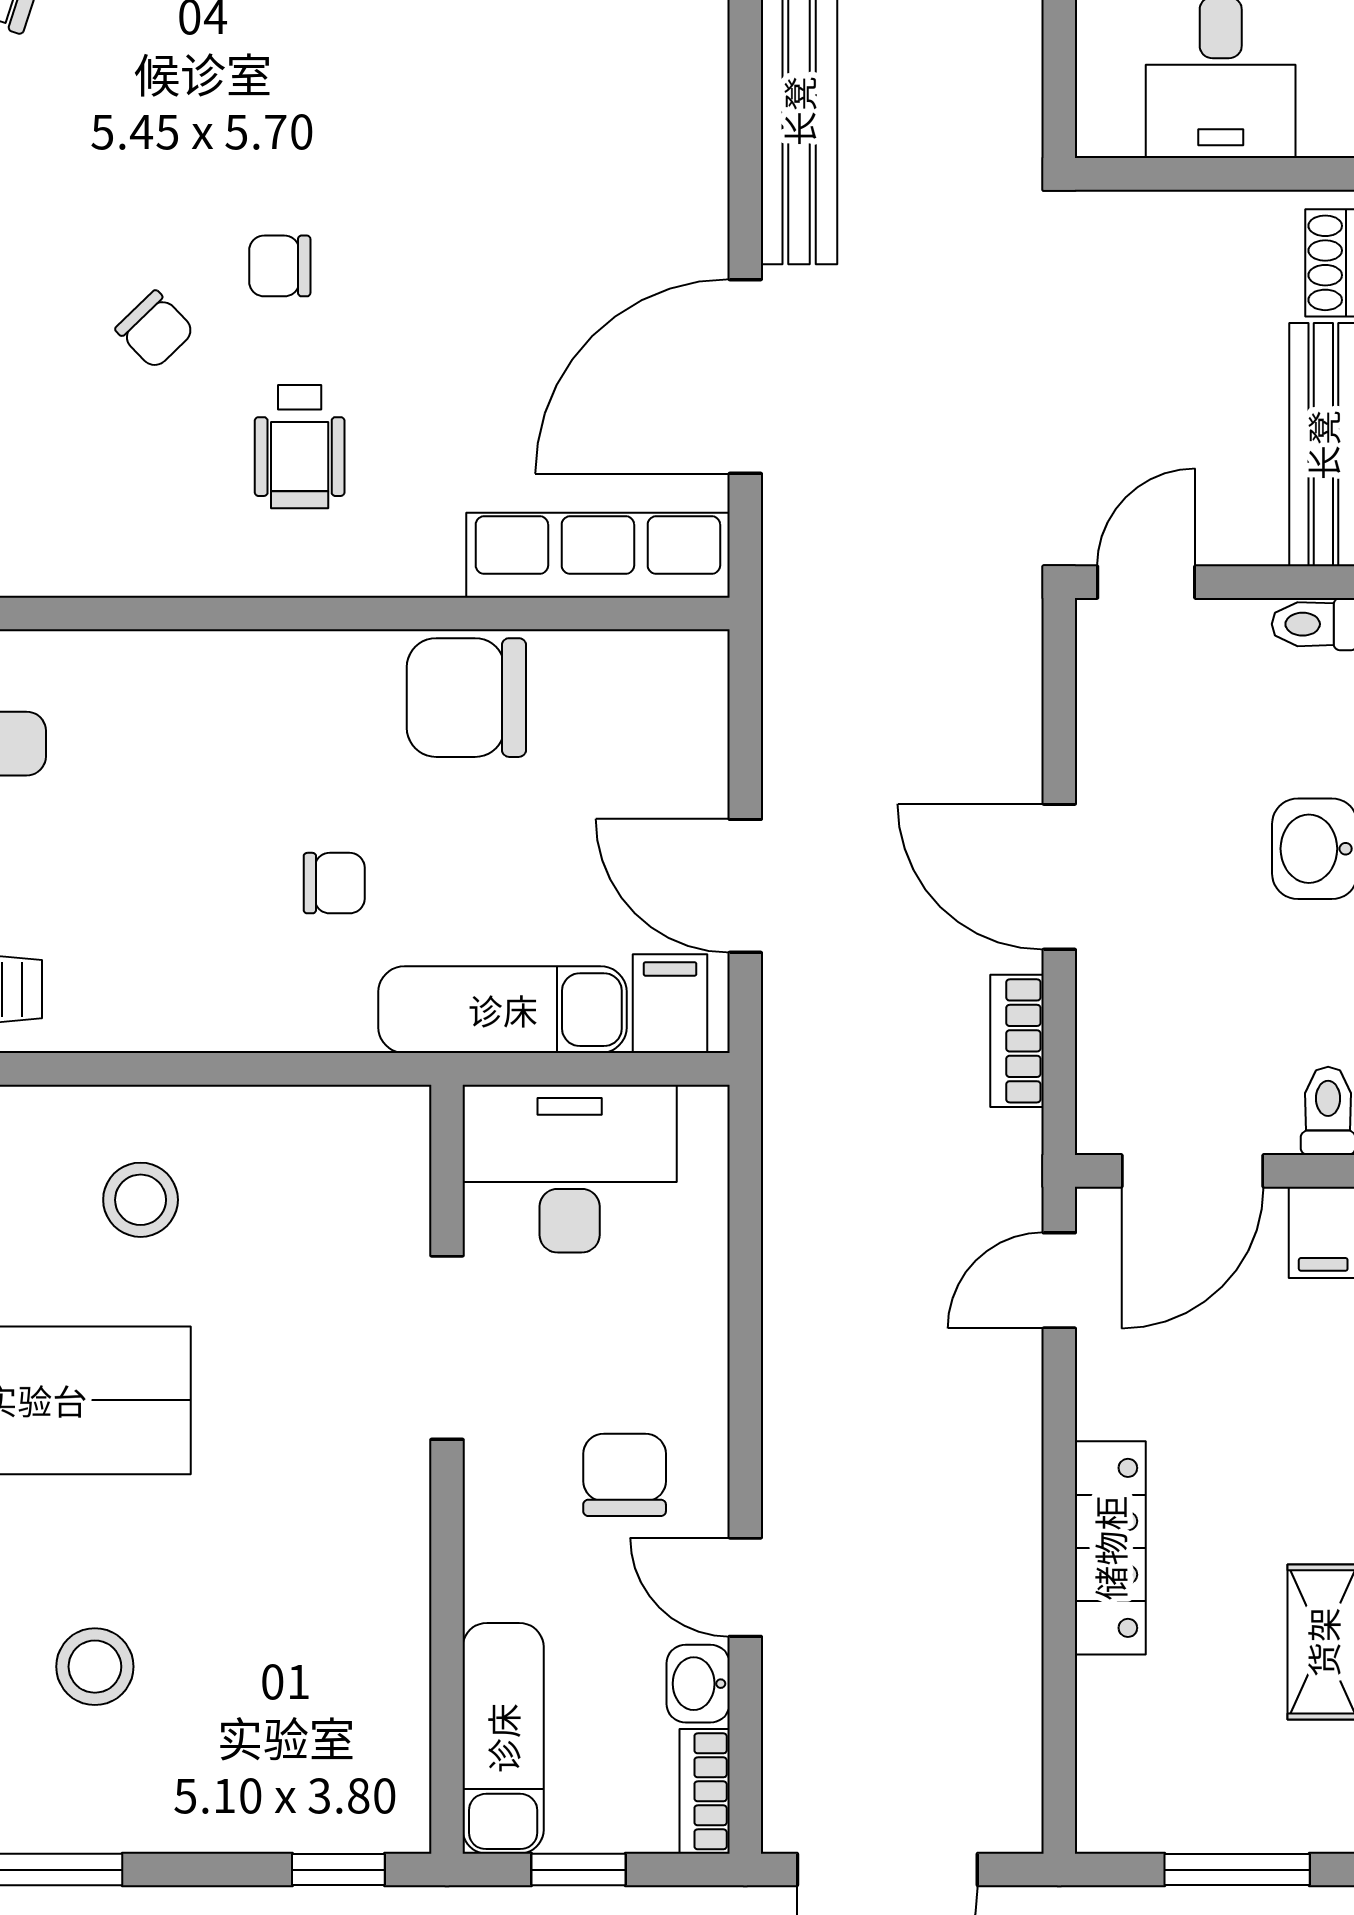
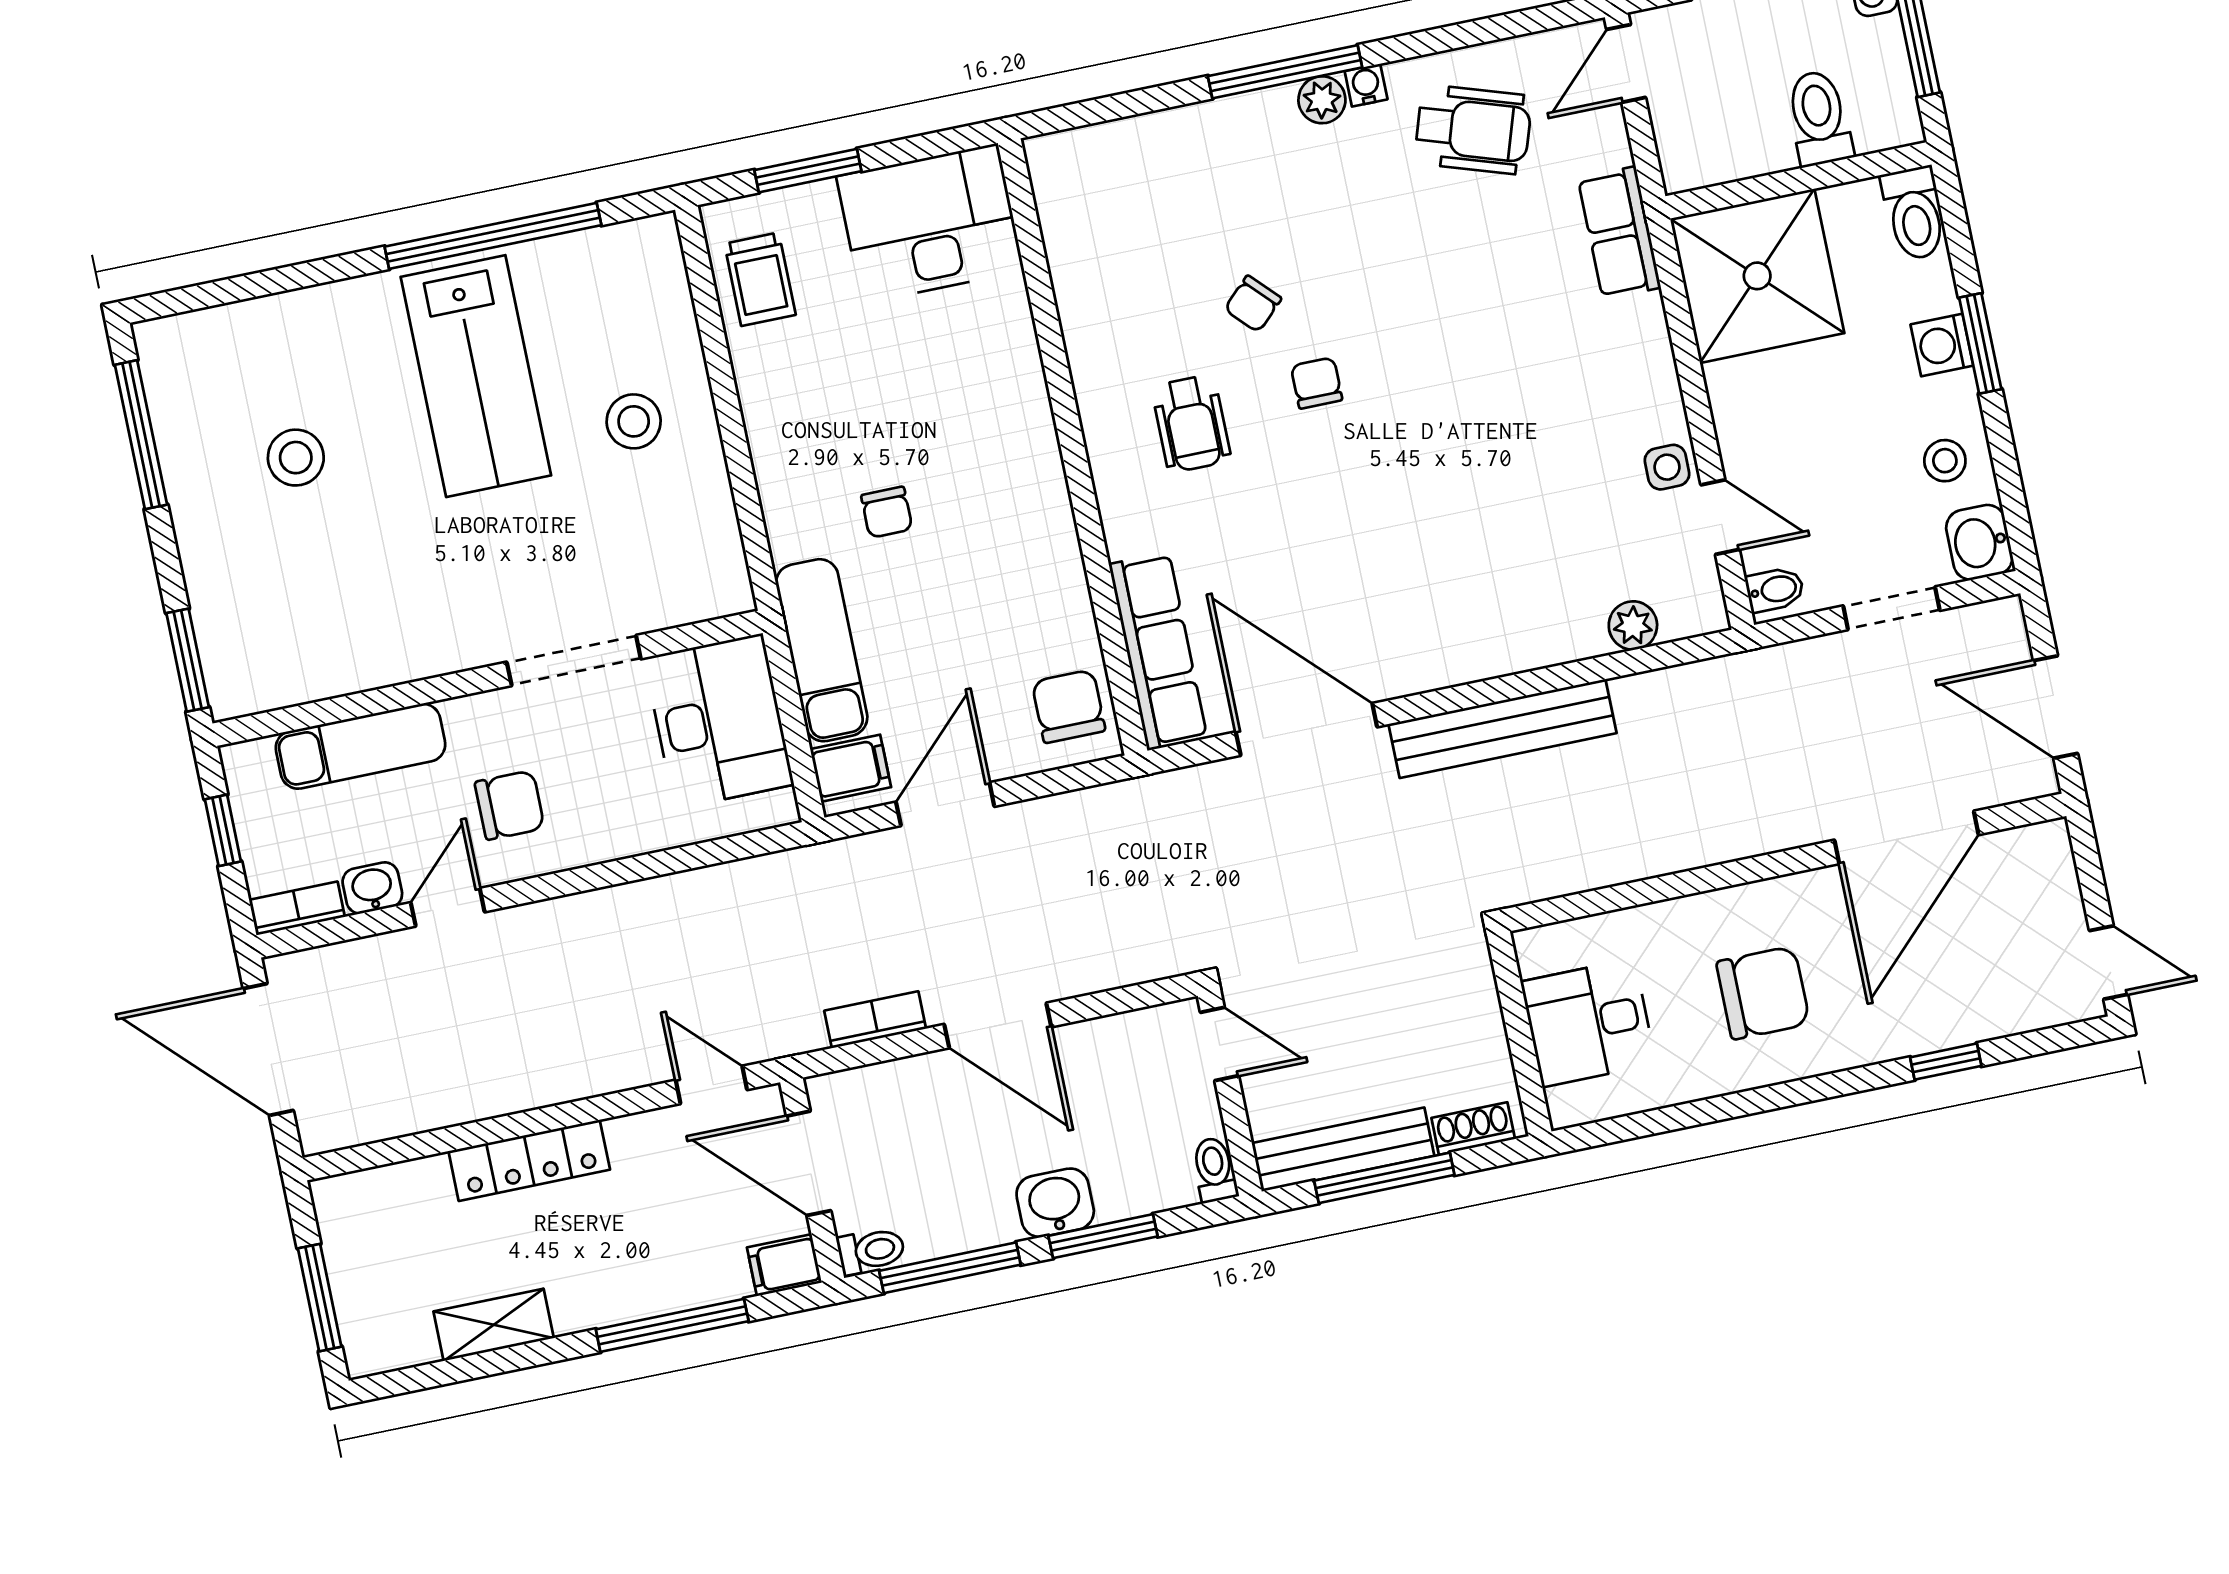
wheelchair: (300, 447) -> (1191, 424), turned -90
chair: (466, 698) -> (1069, 706), moved, width x0.73, depth x0.73
door: (1059, 877) -> (998, 1026), swing flipped
exam couch: (503, 1738) -> (360, 746), moved
window: (338, 1870) -> (188, 660), width x1.50

